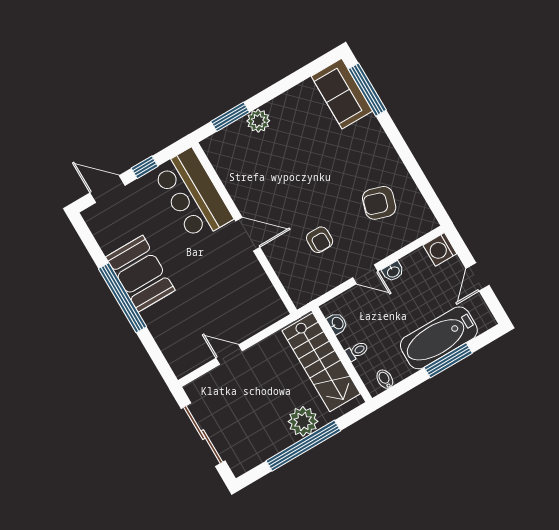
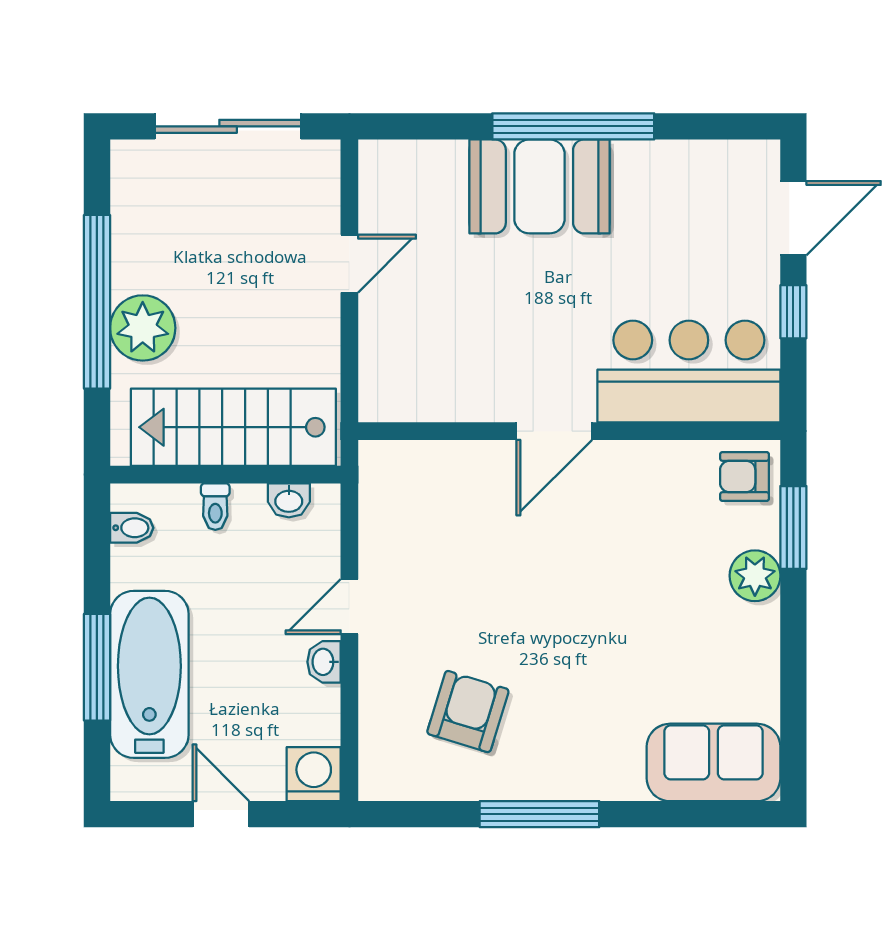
window: (367, 90) -> (539, 814), moved
armchair: (320, 240) -> (745, 476), moved
booth: (140, 274) -> (539, 186), moved

